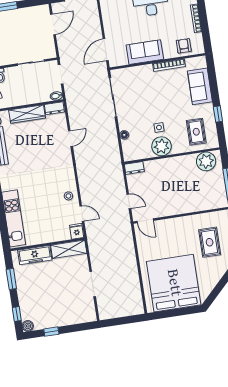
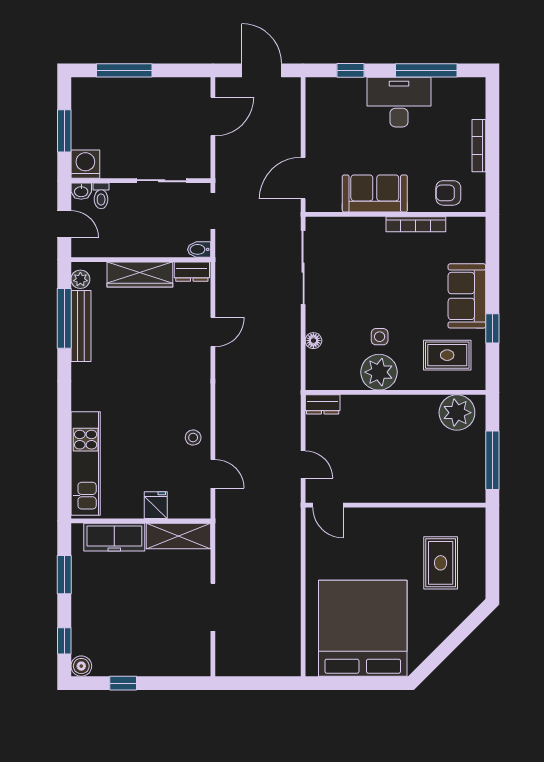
armchair: (184, 46) -> (448, 193), turned -90
sofa: (200, 86) -> (467, 296), moved
rug: (196, 132) -> (447, 355), turned 90
fridge: (77, 231) -> (156, 505), moved

